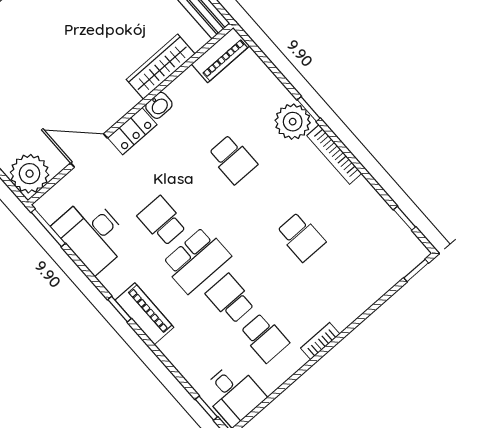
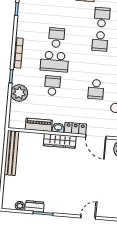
piano: (221, 55) -> (39, 125), moved
wardrobe: (161, 67) -> (60, 141), moved
plant: (293, 122) -> (19, 93), moved
school desk: (196, 260) -> (54, 62), moved, turned 180

